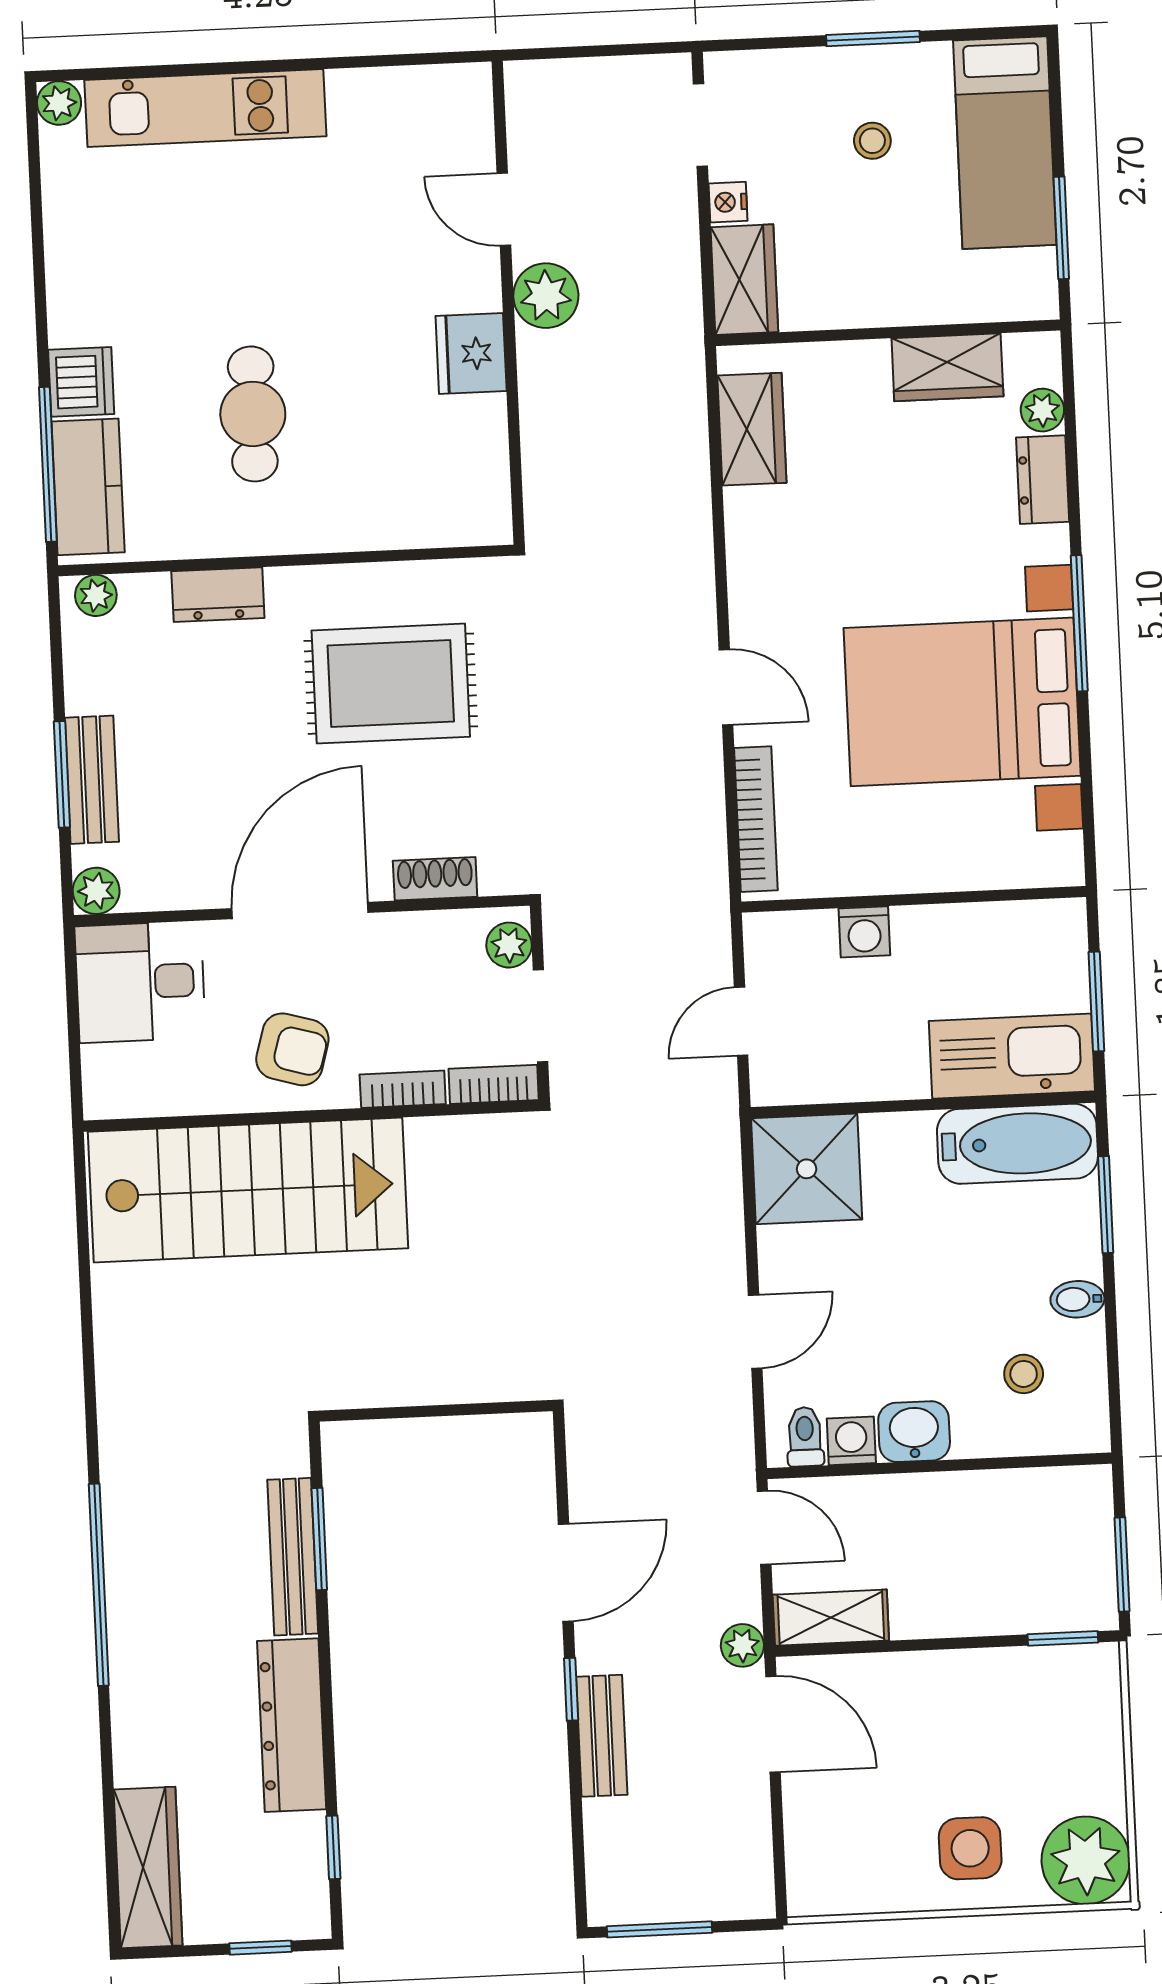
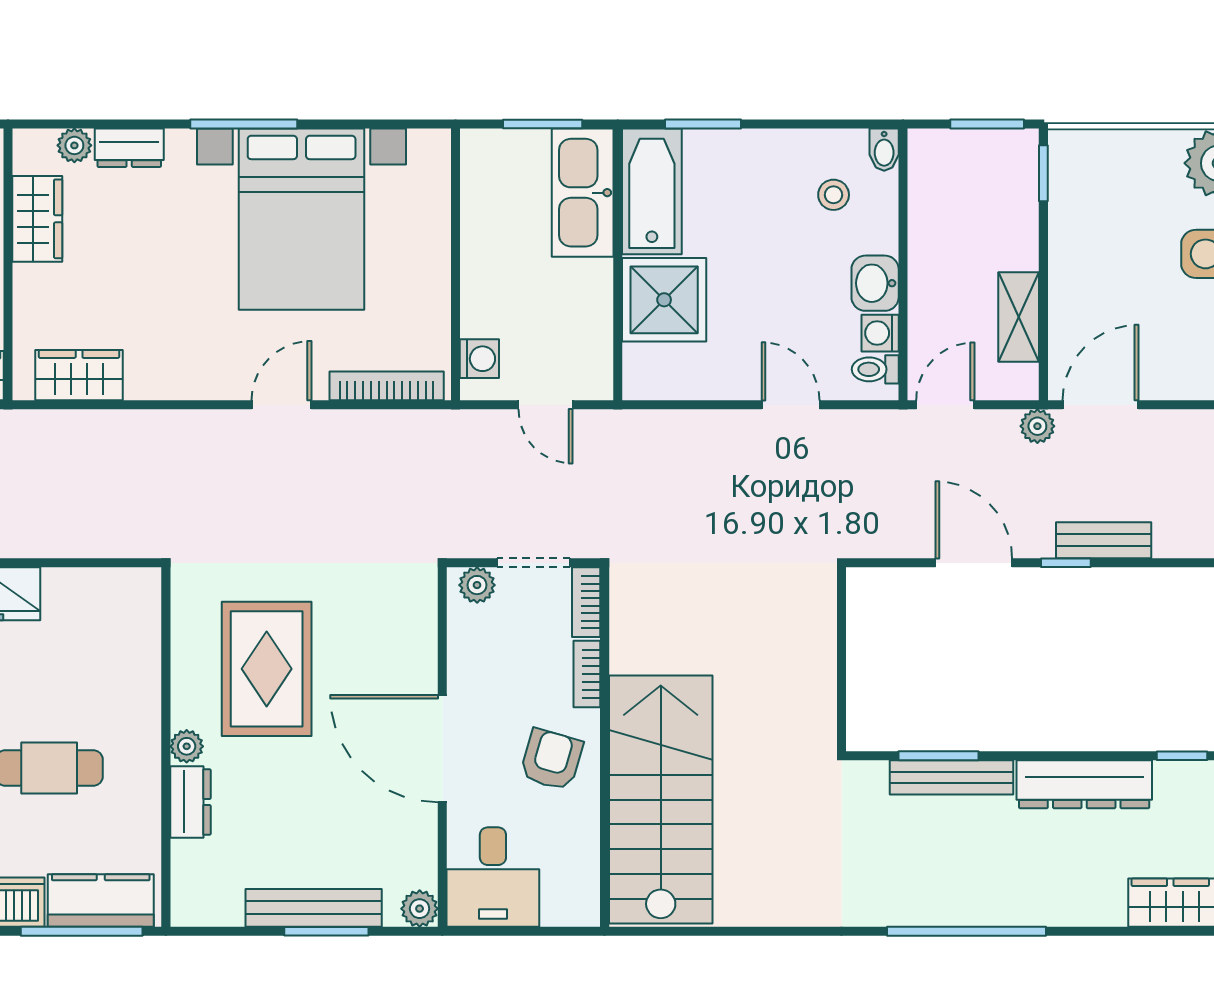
plant: (96, 595) -> (187, 746), moved
bench: (92, 780) -> (314, 908), width x1.36
shoe rack: (435, 879) -> (422, 641), removed
washing machine: (864, 932) -> (479, 359), moved
shower: (807, 1169) -> (664, 300), moved
bidet: (1077, 1299) -> (884, 150), moved
shelving: (831, 1618) -> (1019, 317), moved

